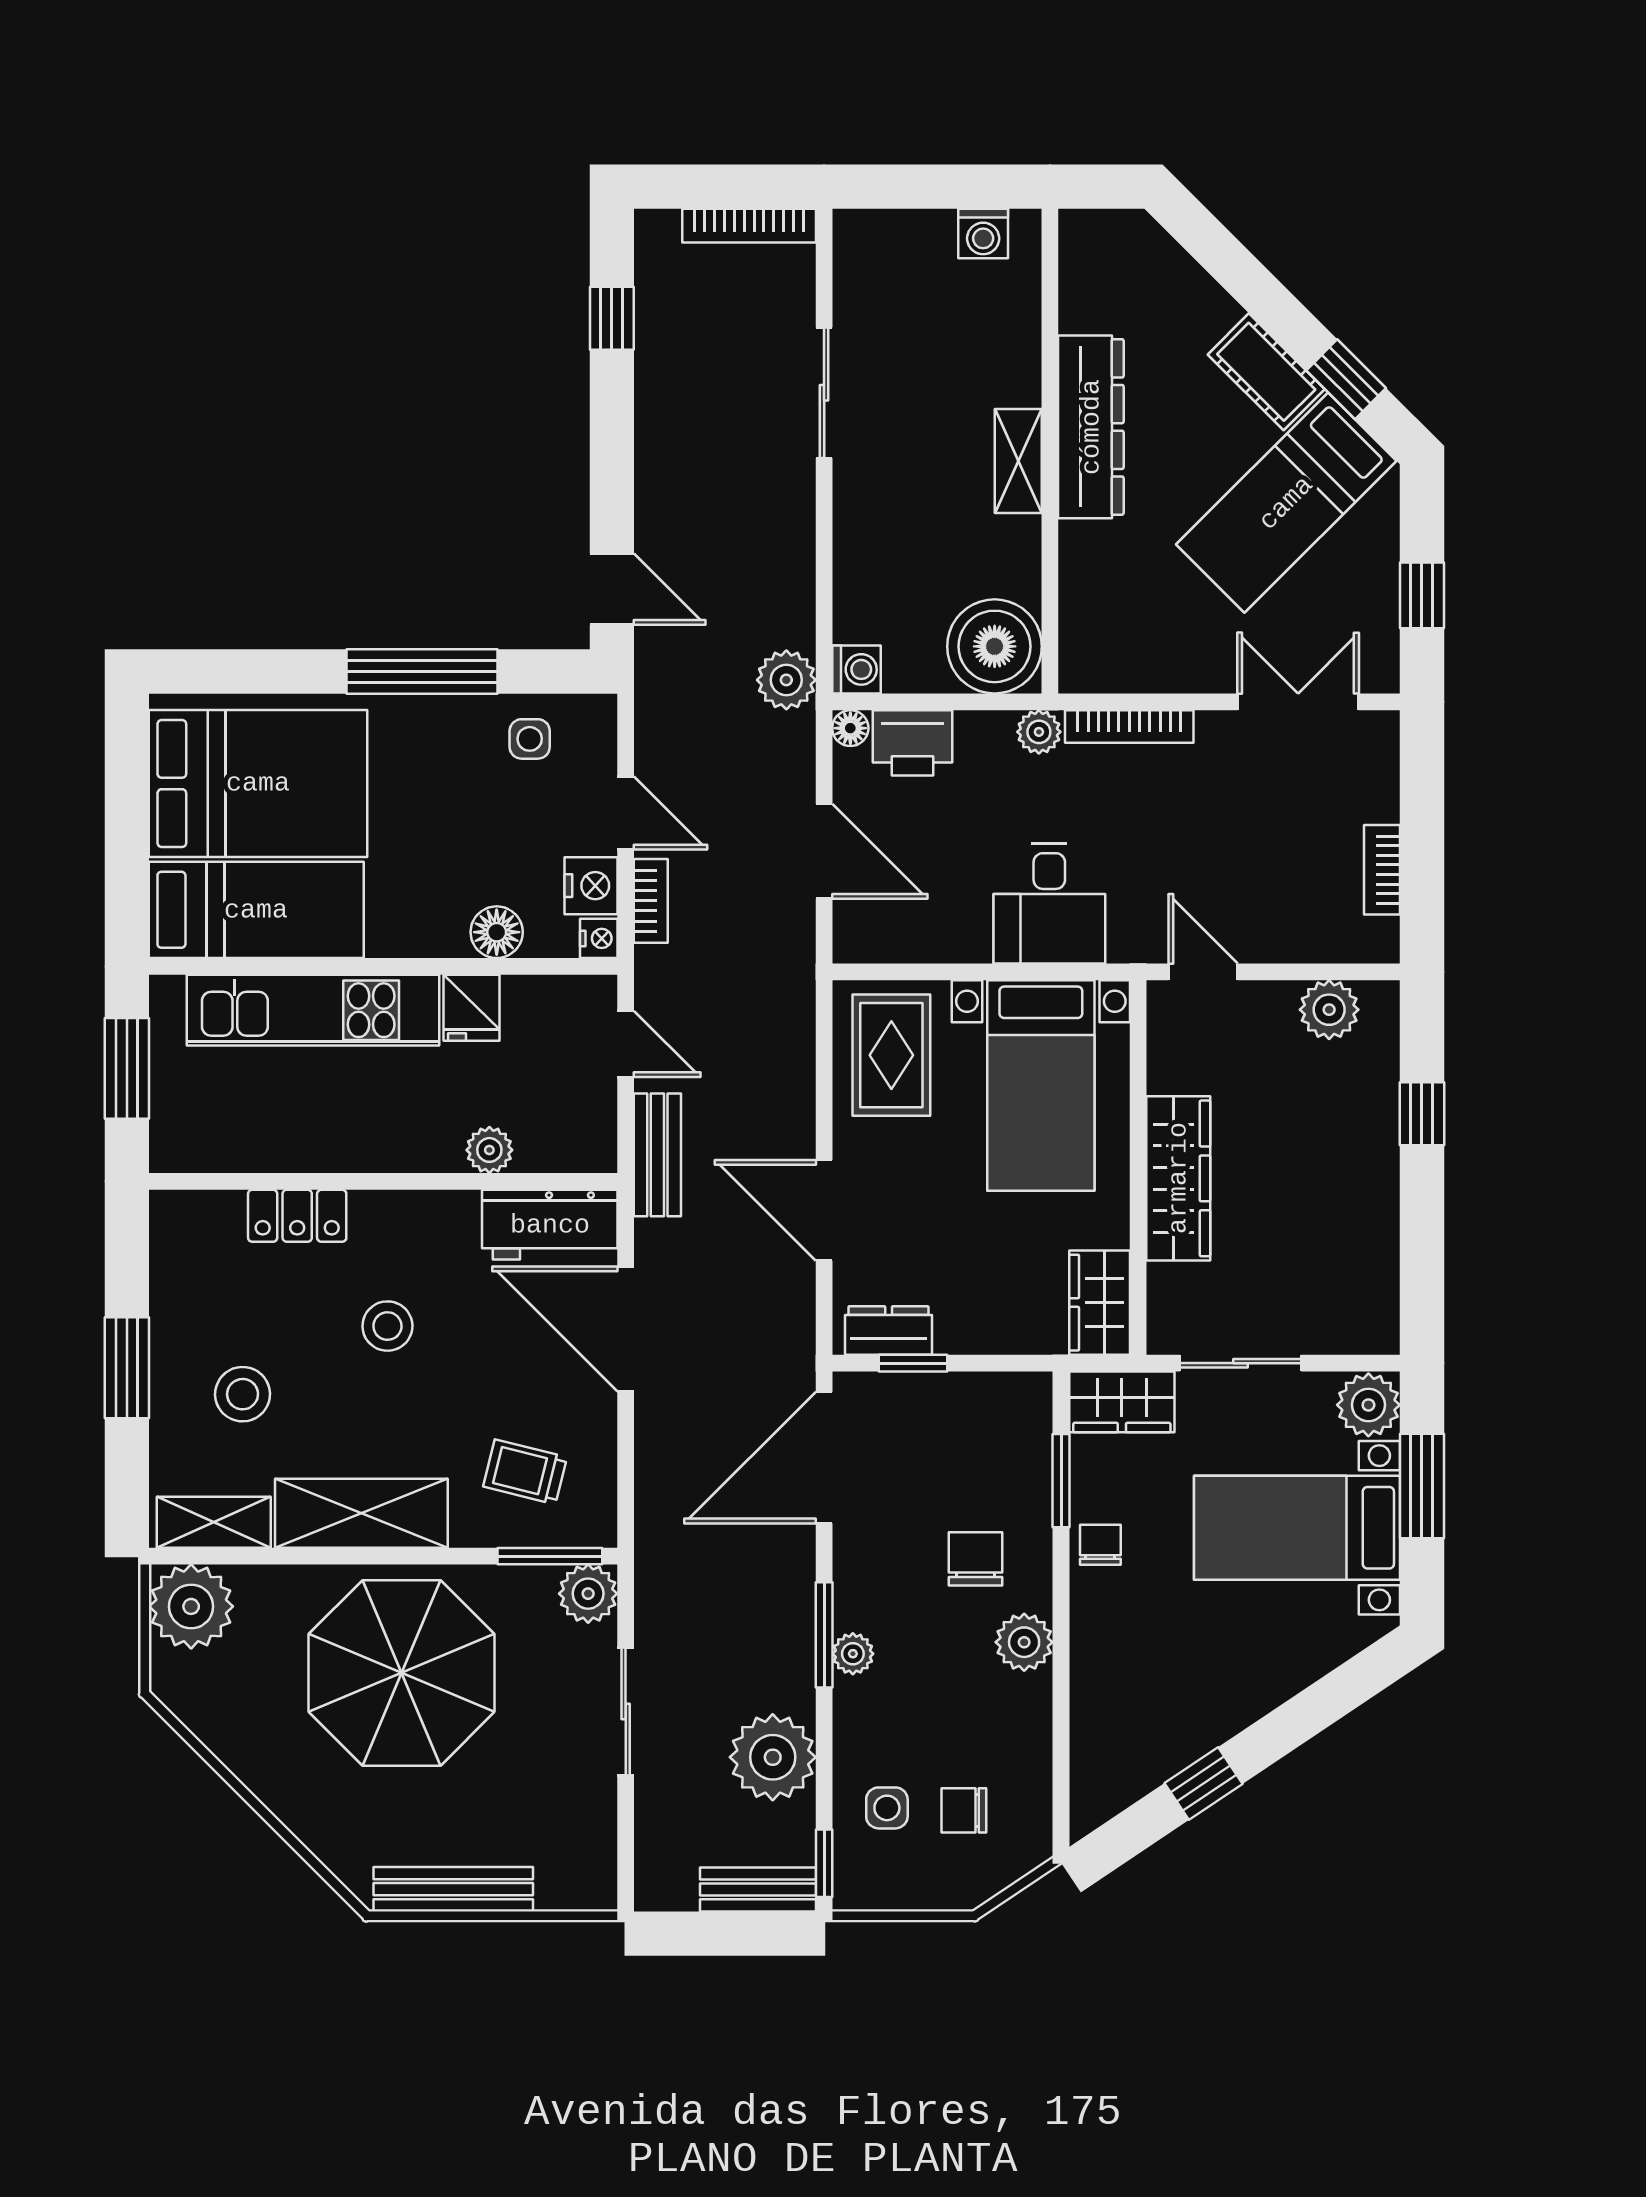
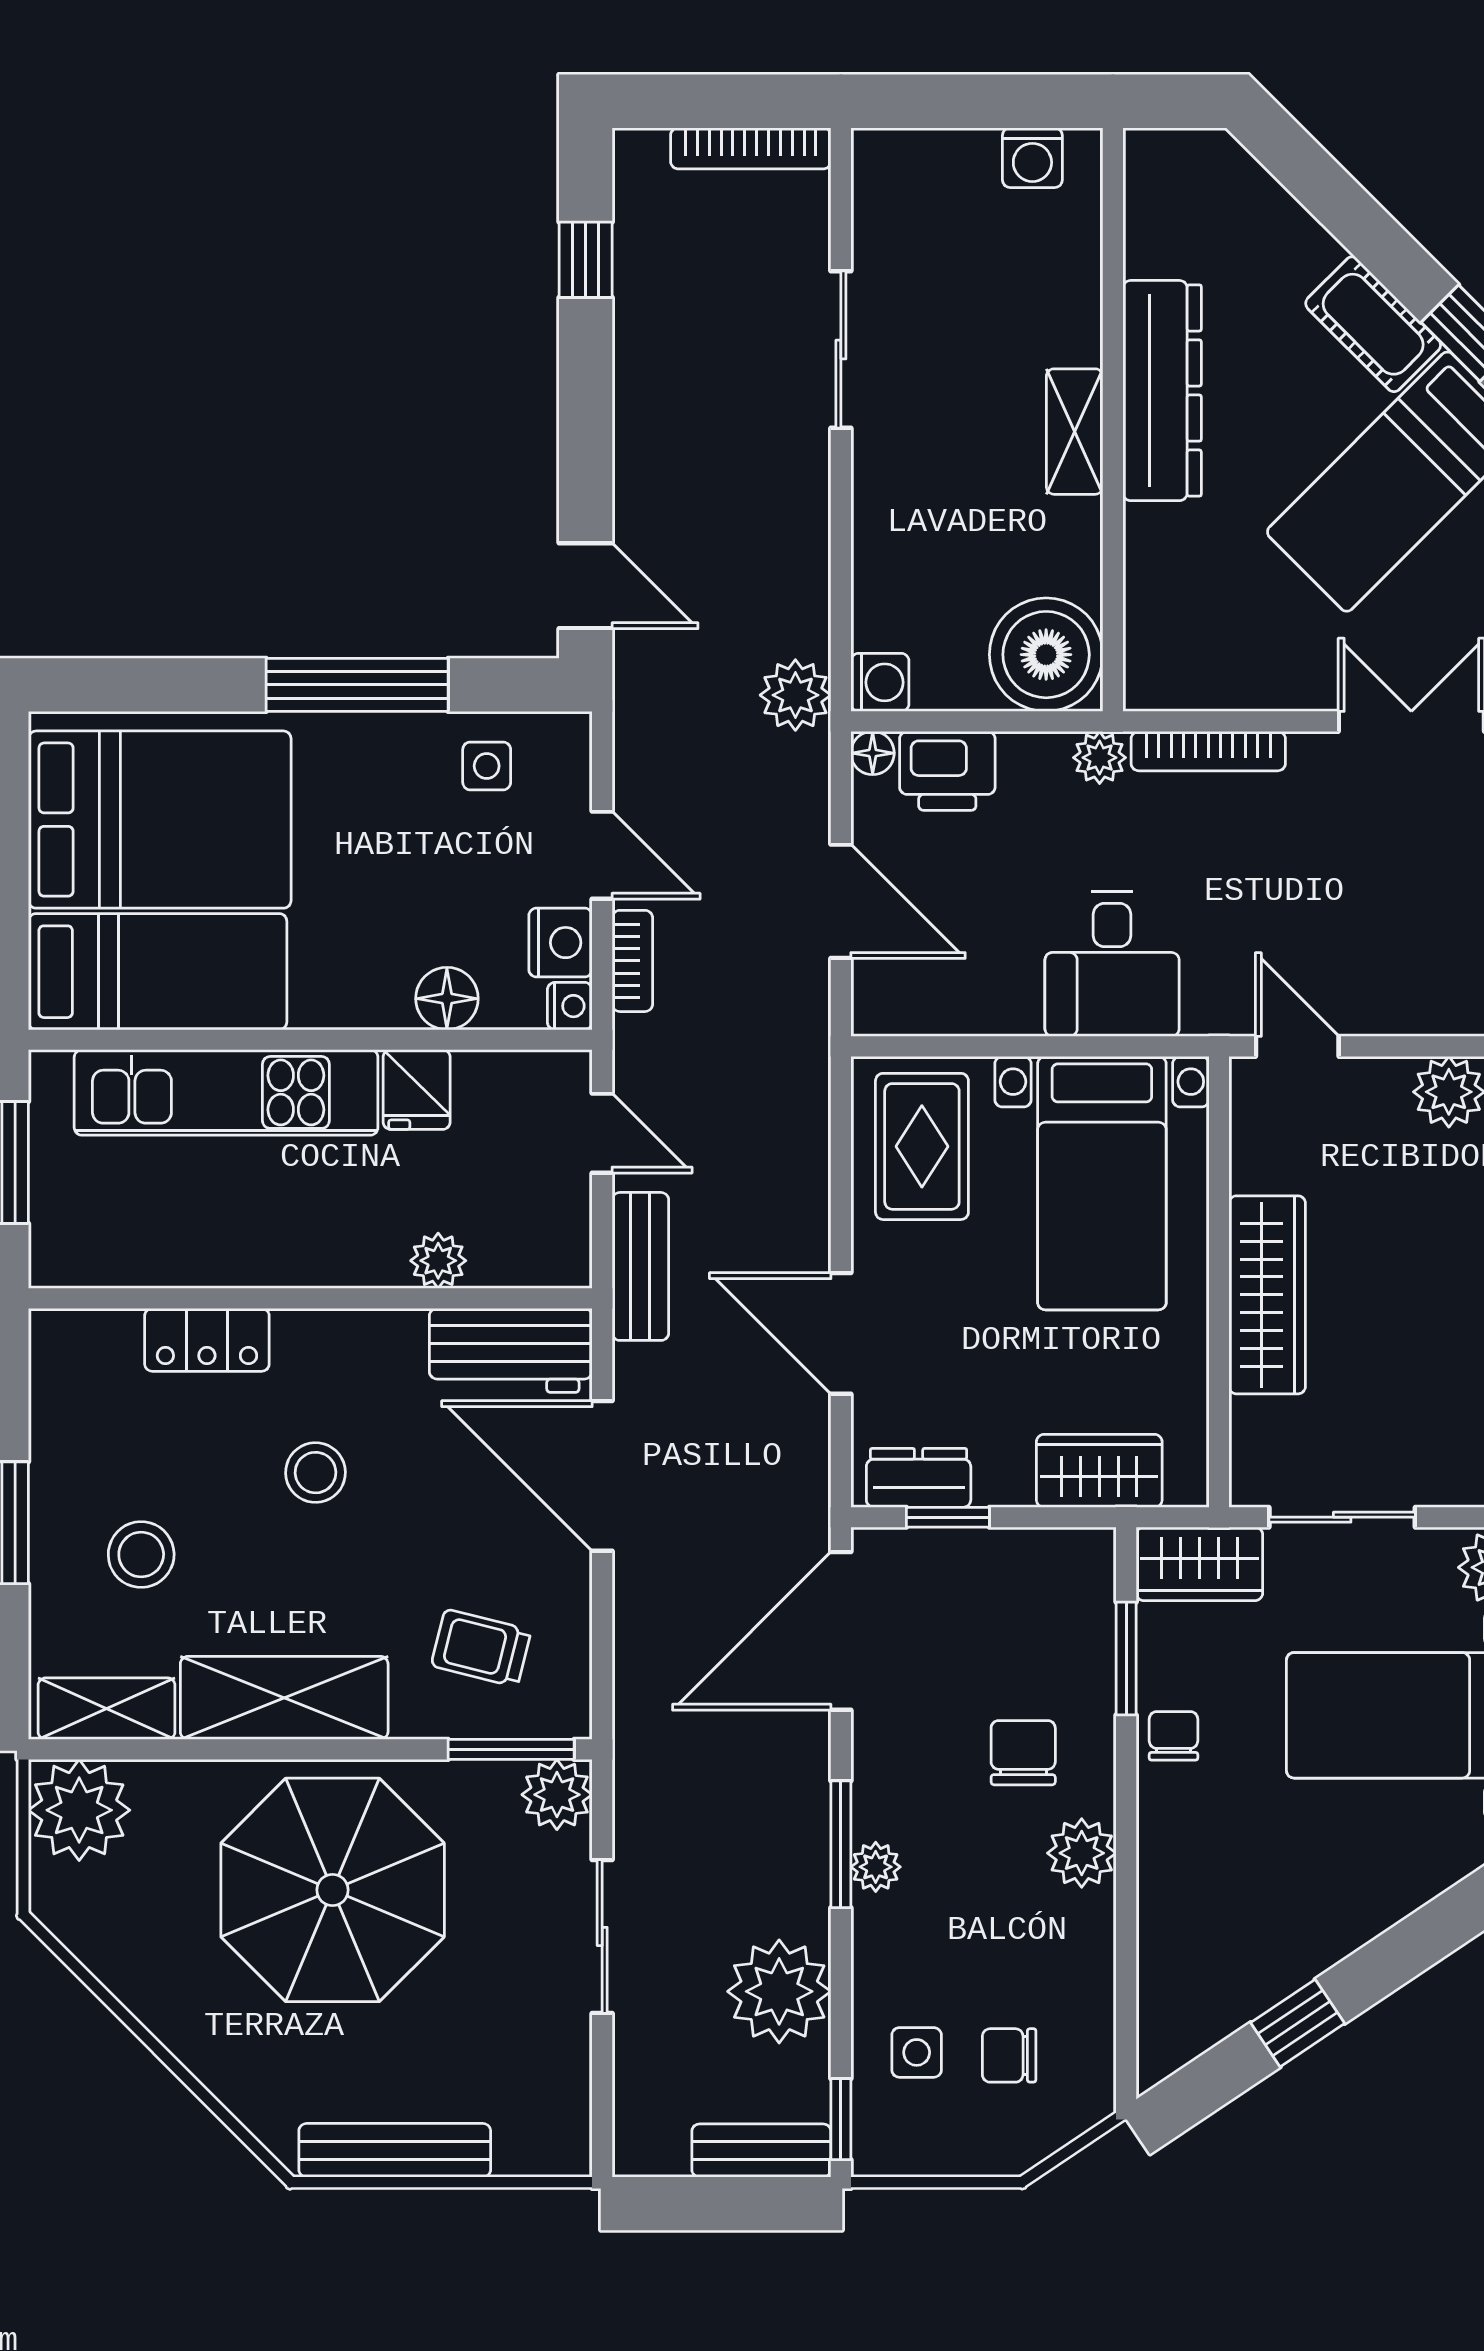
wardrobe: (1100, 1303) -> (1099, 1471), moved, turned 90

